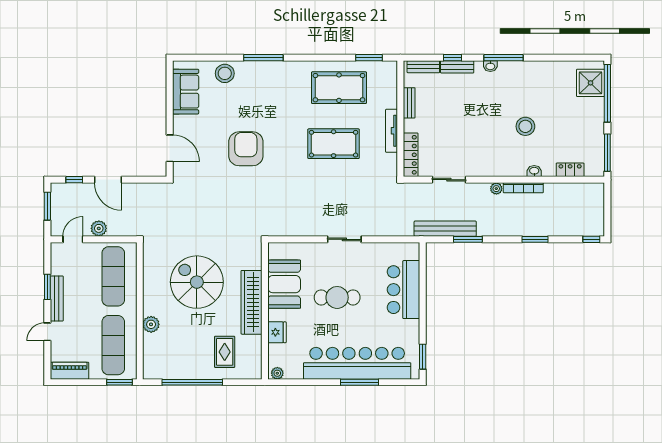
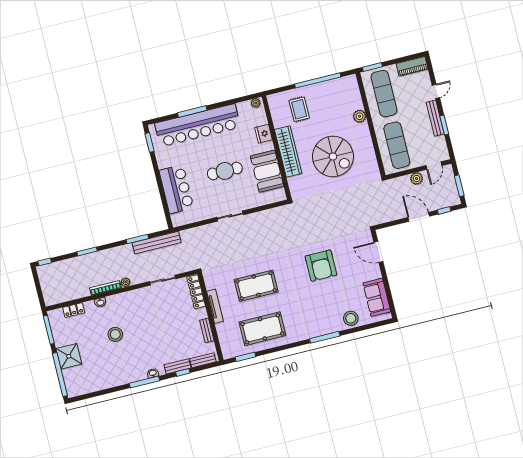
shower: (591, 83) -> (69, 356), moved

